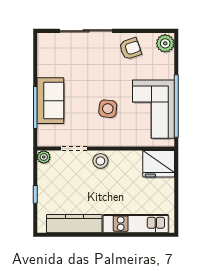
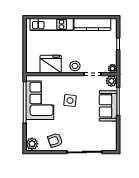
plant: (45, 138) -> (111, 81), added
fridge: (159, 164) -> (51, 64), moved

